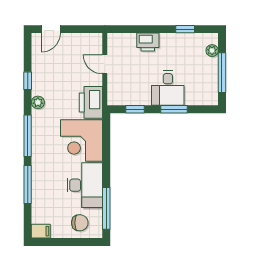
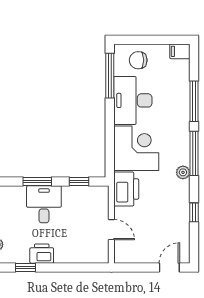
printer: (148, 42) -> (42, 254), moved
plant: (38, 102) -> (183, 172), moved

